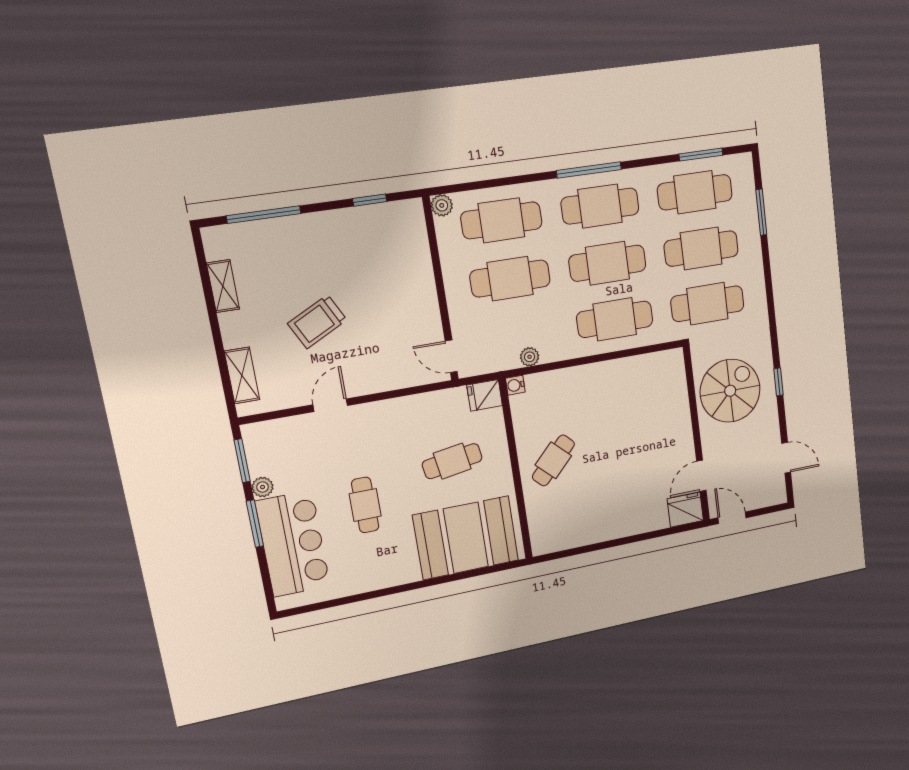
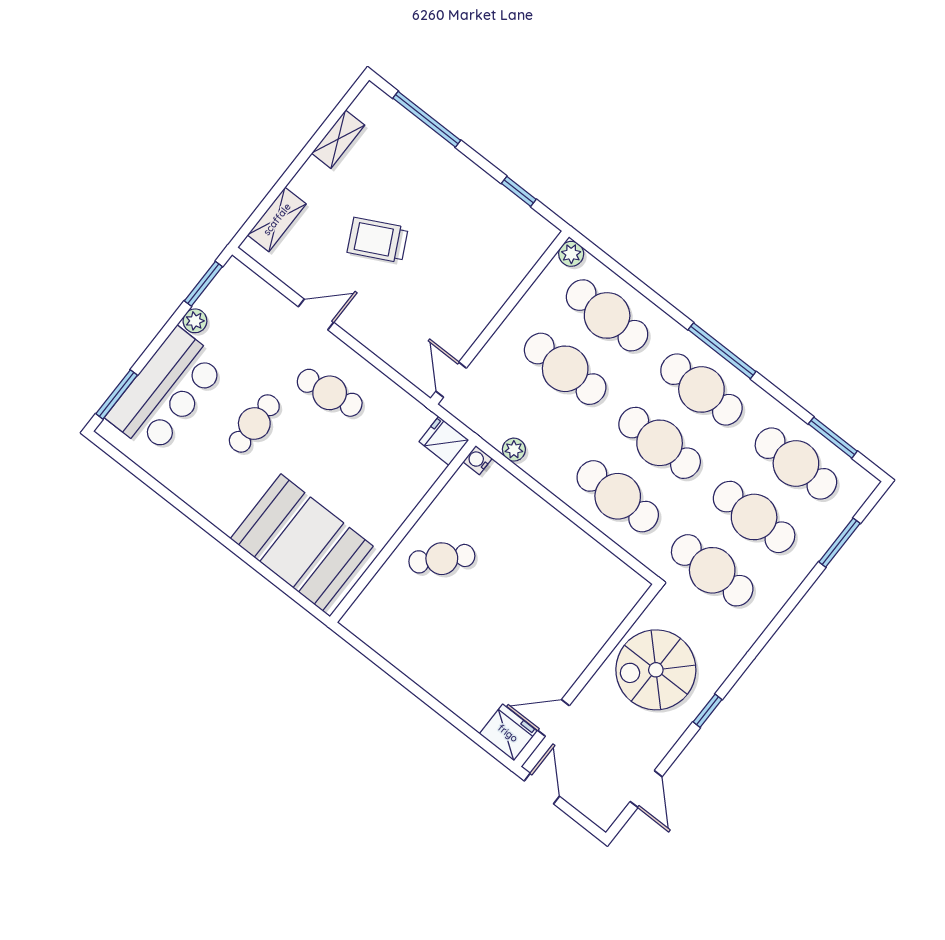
spiral stairs: (730, 391) -> (656, 670), turned 180
cafe table: (452, 461) -> (330, 393), moved
window: (255, 524) -> (117, 394), moved

